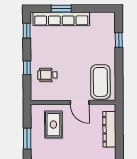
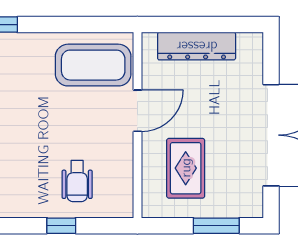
rug: (53, 125) -> (186, 168), turned 90

